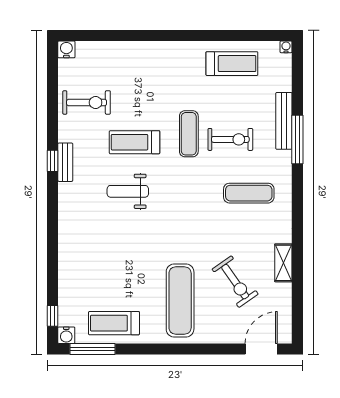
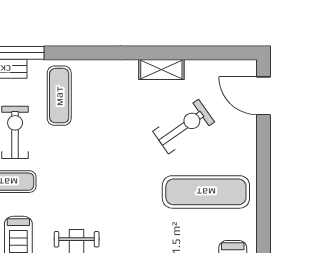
exercise mat: (249, 193) -> (59, 96), moved

